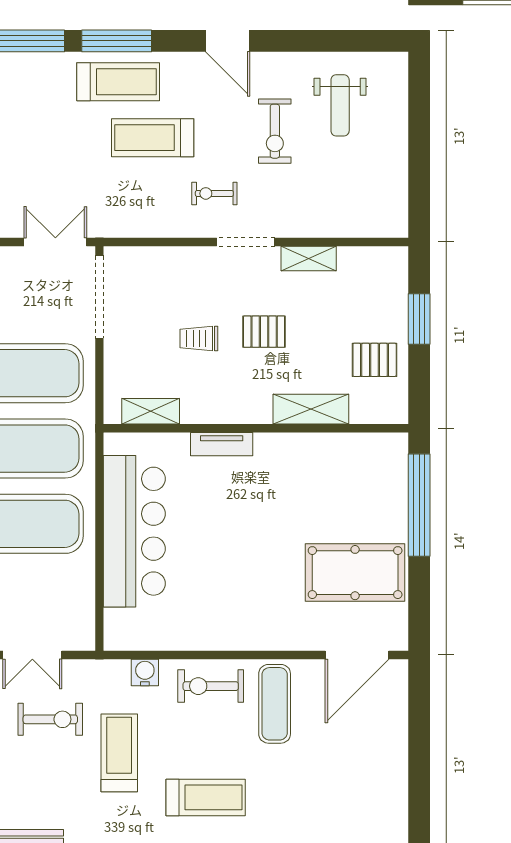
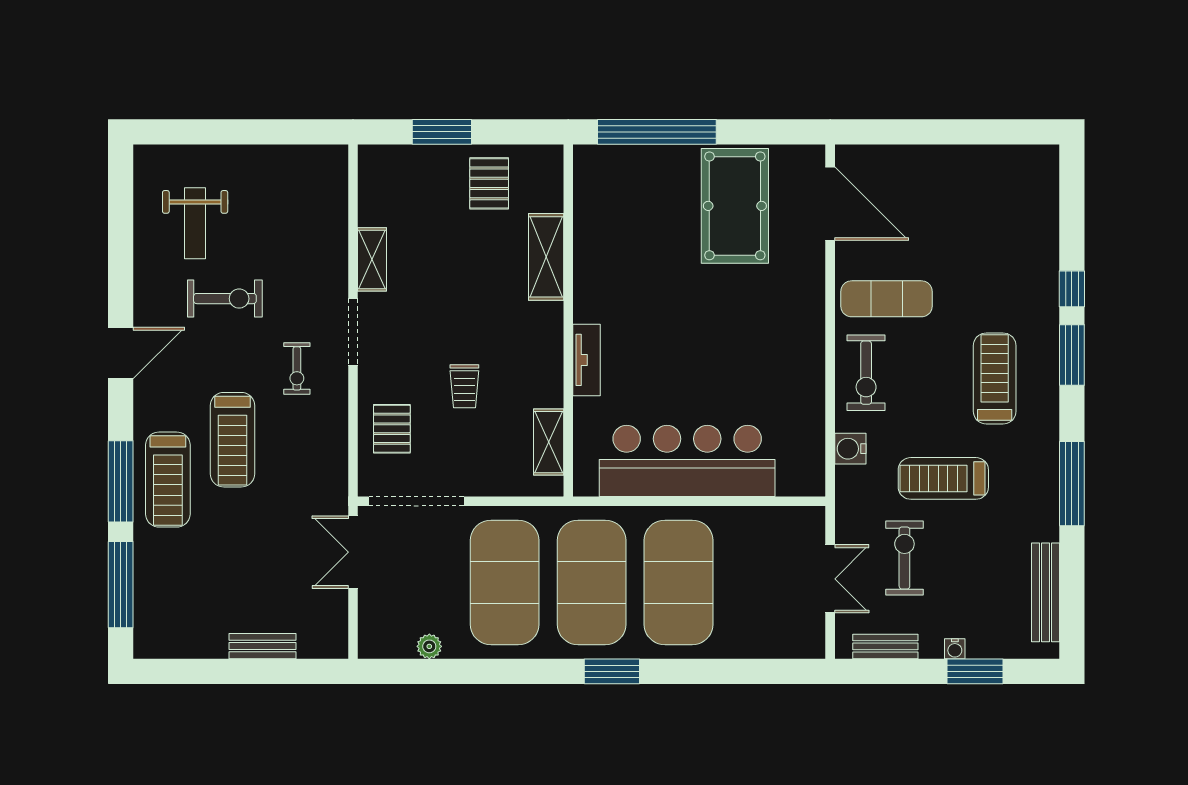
treadmill: (118, 82) -> (168, 480), turned 180
weight bench: (340, 105) -> (195, 223), turned 90
pallet: (264, 332) -> (392, 429), moved

